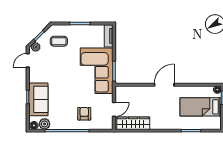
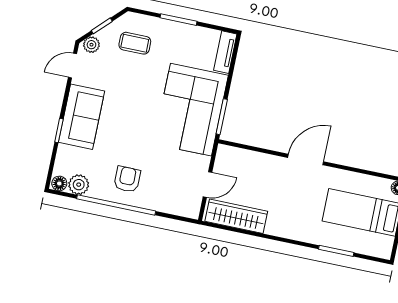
sofa: (38, 99) -> (82, 117), moved
armchair: (84, 114) -> (127, 179), moved

